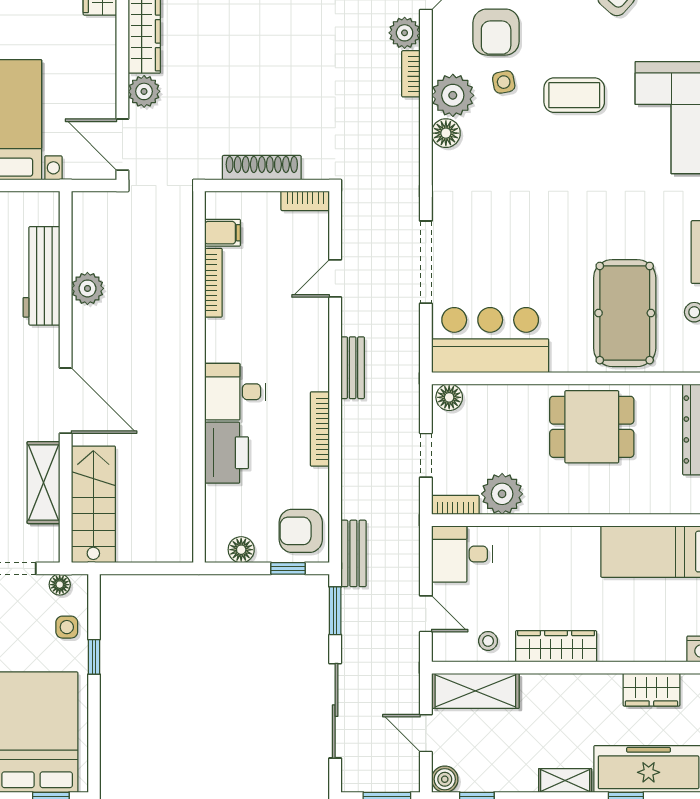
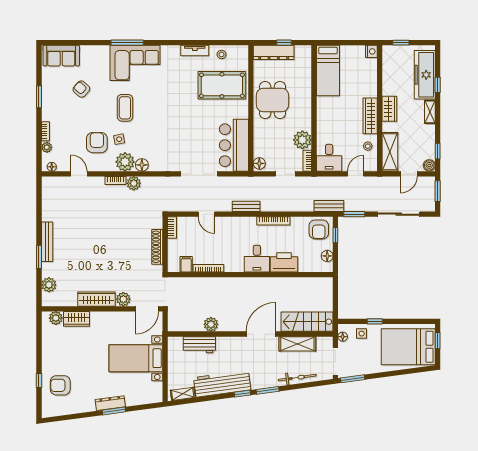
armchair: (496, 32) -> (97, 143), turned -90
plant: (405, 33) -> (134, 183), moved
workbench: (42, 276) -> (199, 345), width x0.73
wardrobe: (651, 690) -> (389, 109), moved

